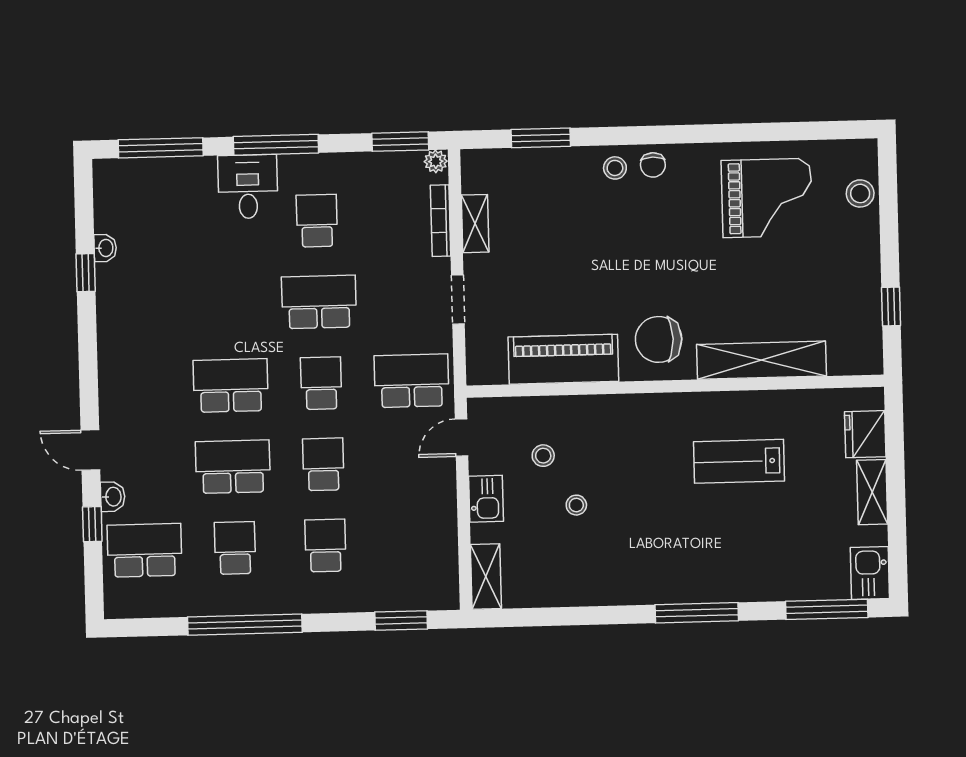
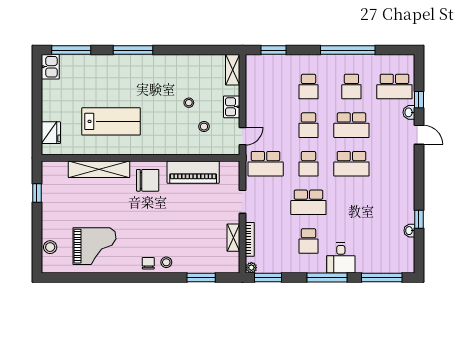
grand piano: (767, 198) -> (95, 246), turned 180
lab bench: (739, 461) -> (111, 121), width x1.36, depth x1.39
shelving: (872, 492) -> (48, 105), removed

